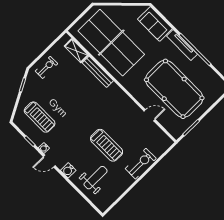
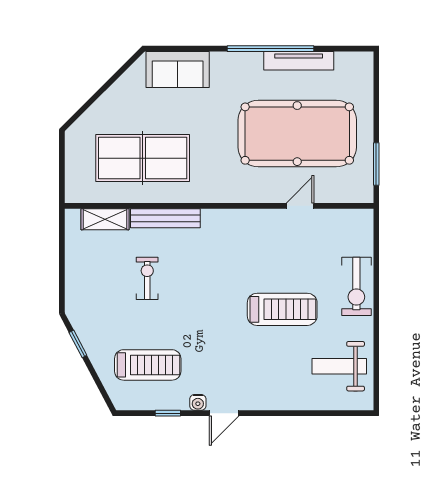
table tennis table: (111, 43) -> (143, 158), width x0.73, depth x0.76
tv unit: (182, 45) -> (299, 61), moved
exercise bike: (46, 67) -> (147, 278), moved
exercise bike: (141, 164) -> (356, 286), turned 180
water cooler: (68, 170) -> (264, 399), removed
weight bench: (96, 178) -> (339, 366), moved, turned -90

